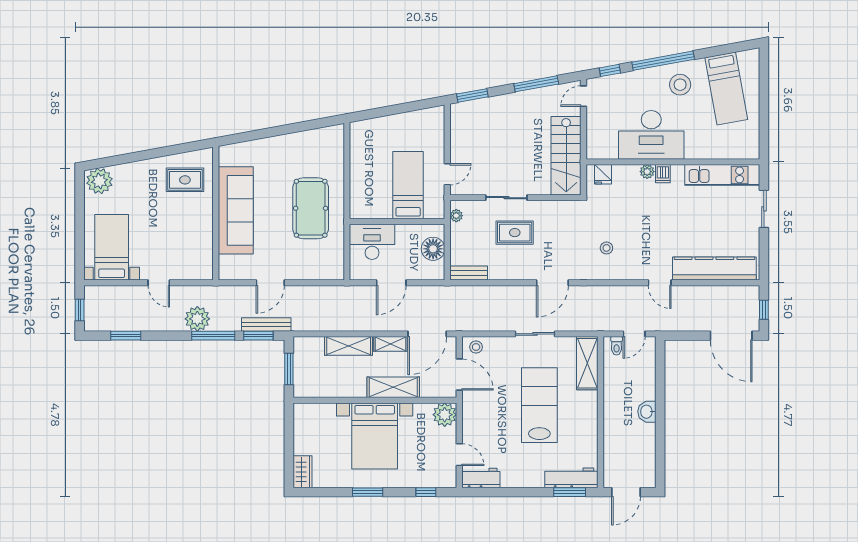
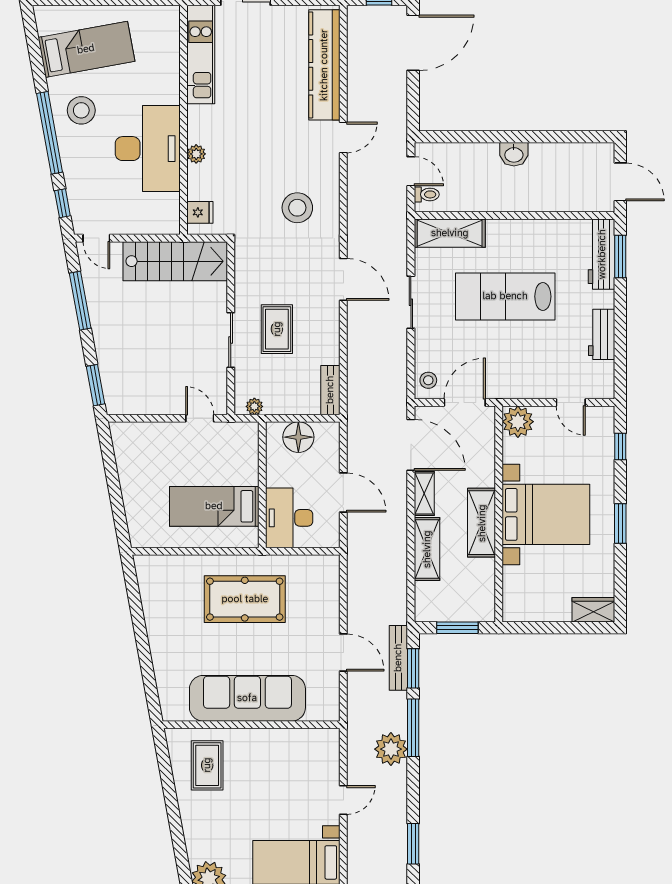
dishwasher: (663, 174) -> (199, 133), removed
bed: (408, 185) -> (214, 506), moved
stool: (606, 248) -> (297, 208), width x1.89, depth x1.89
shelving: (393, 387) -> (482, 523), moved
door: (459, 455) -> (571, 403), swing flipped
workbench: (481, 478) -> (602, 334), moved

